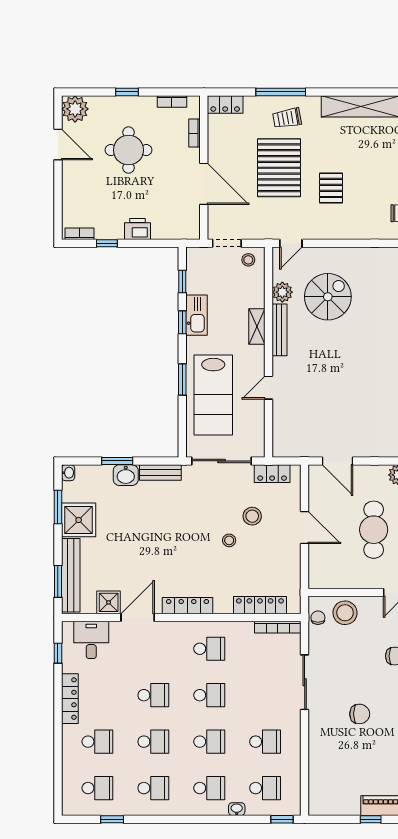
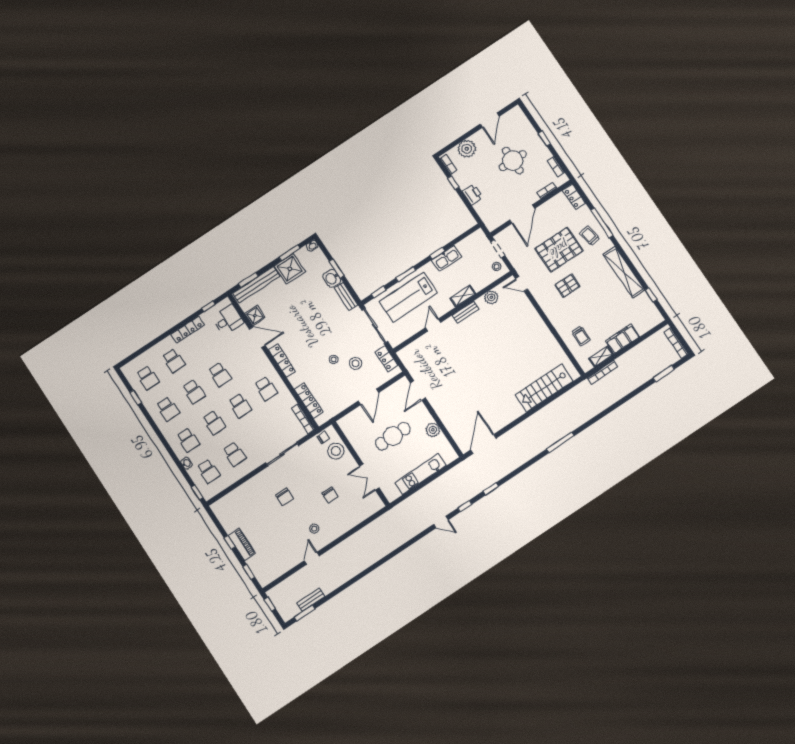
plant: (75, 109) -> (467, 149), moved
window: (182, 281) -> (379, 292), moved
spiral stairs: (328, 297) -> (506, 324), removed
bench: (279, 330) -> (465, 312), width x0.73
door: (269, 388) -> (433, 325), hinge flipped

